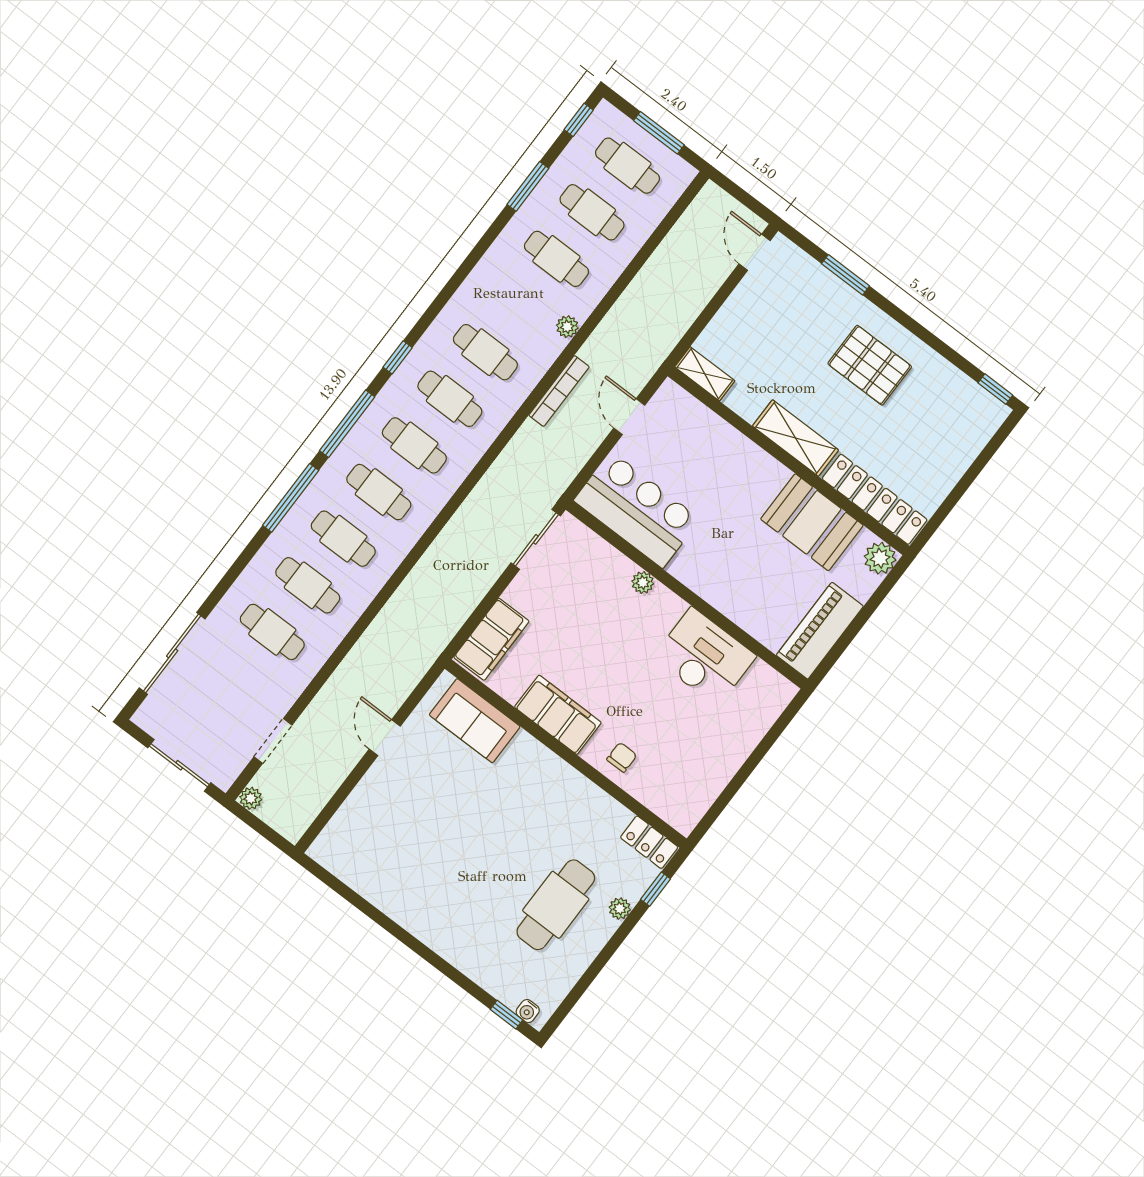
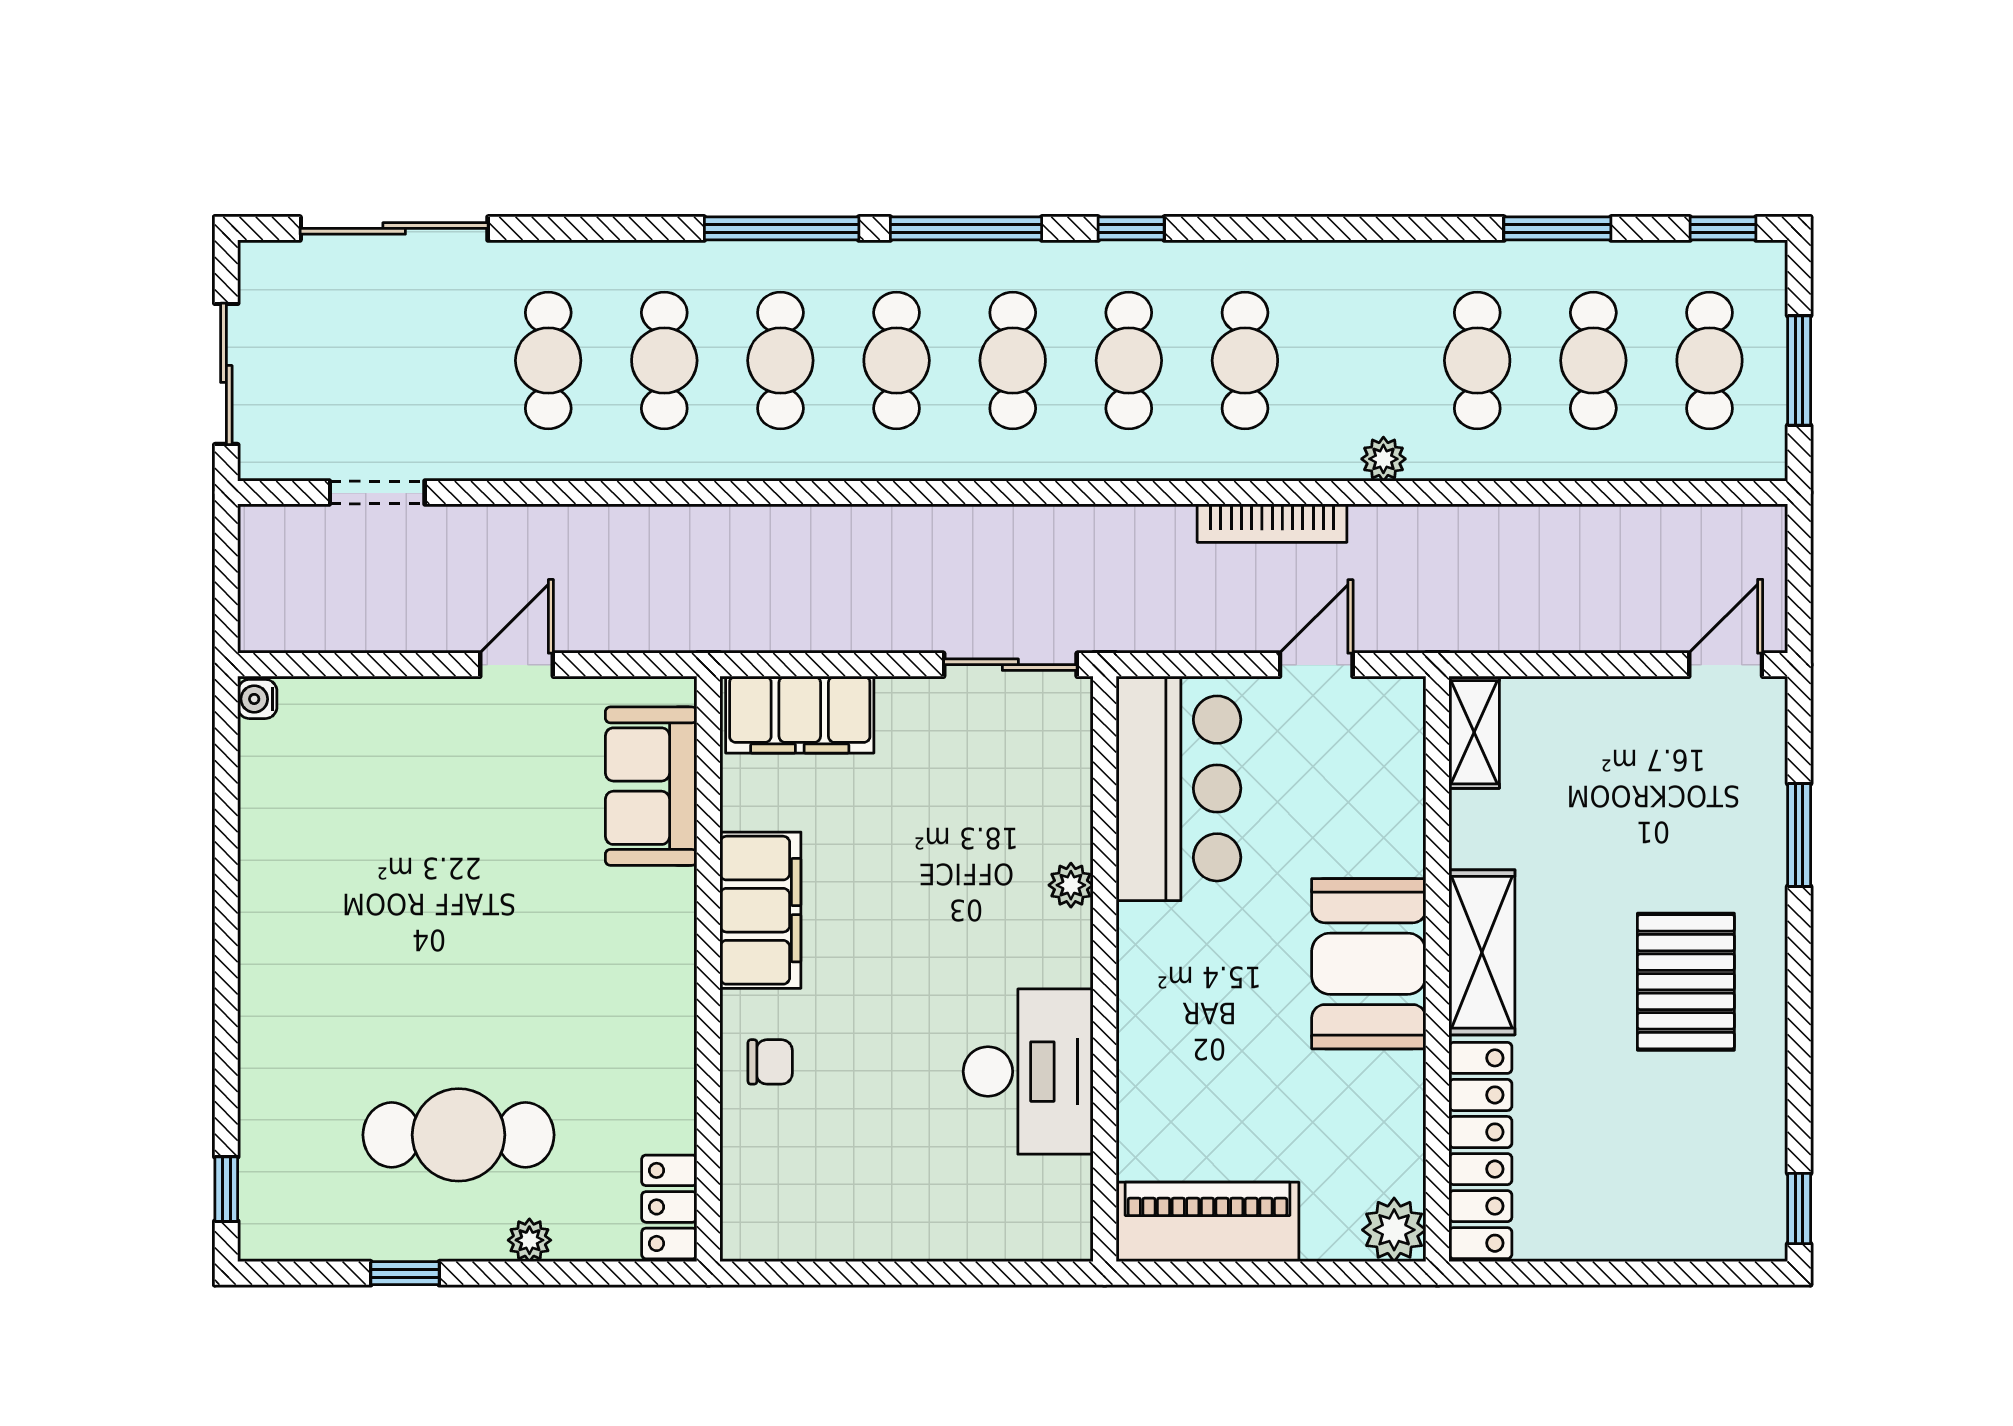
booth: (812, 522) -> (1369, 964), moved
plant: (251, 798) -> (260, 526), removed
window: (655, 889) -> (405, 1273), moved
water cooler: (528, 1011) -> (257, 699), moved

